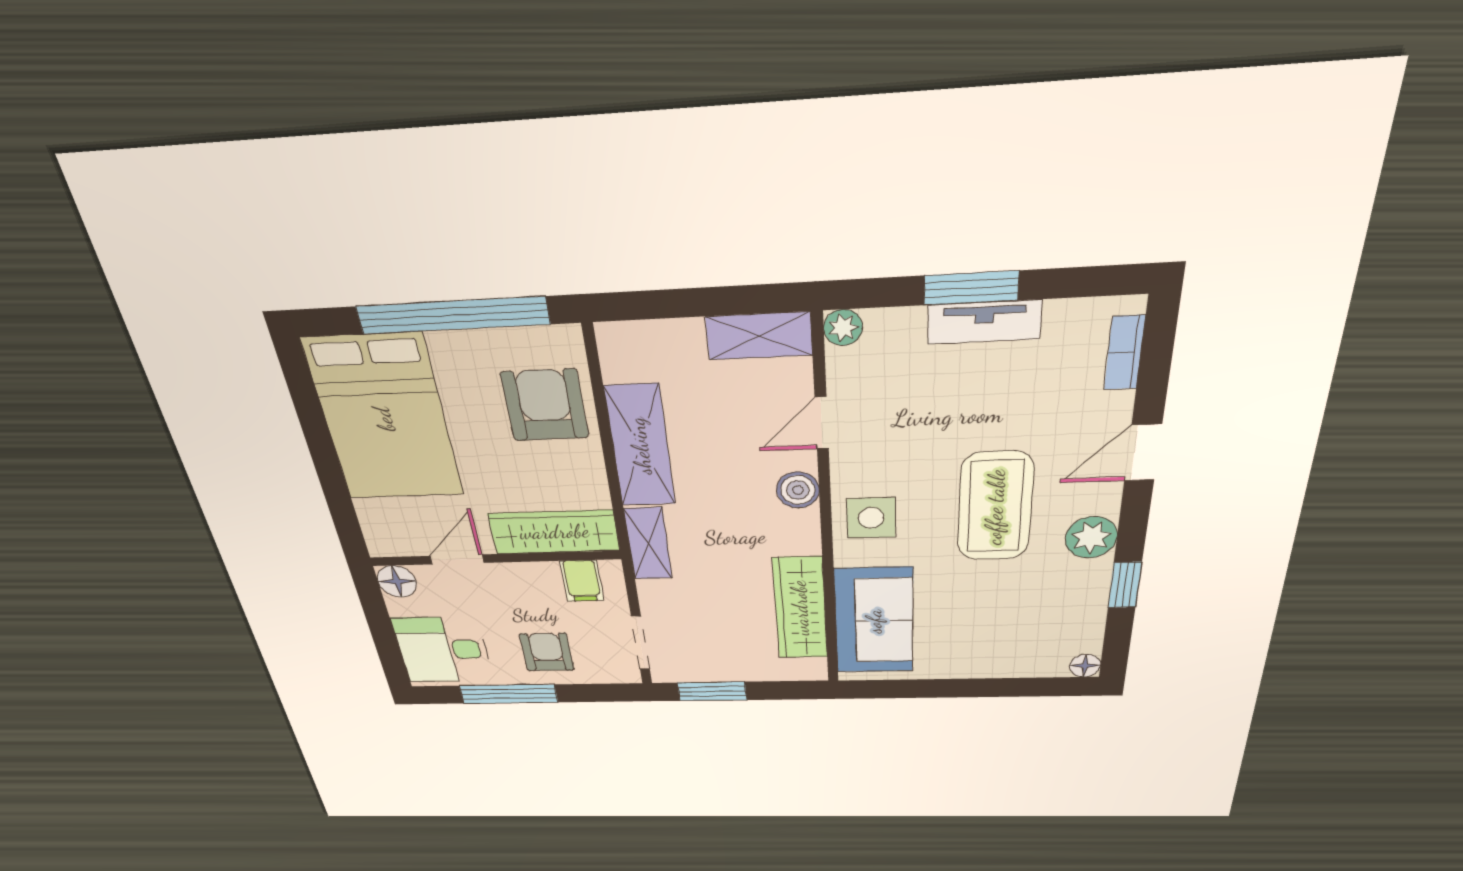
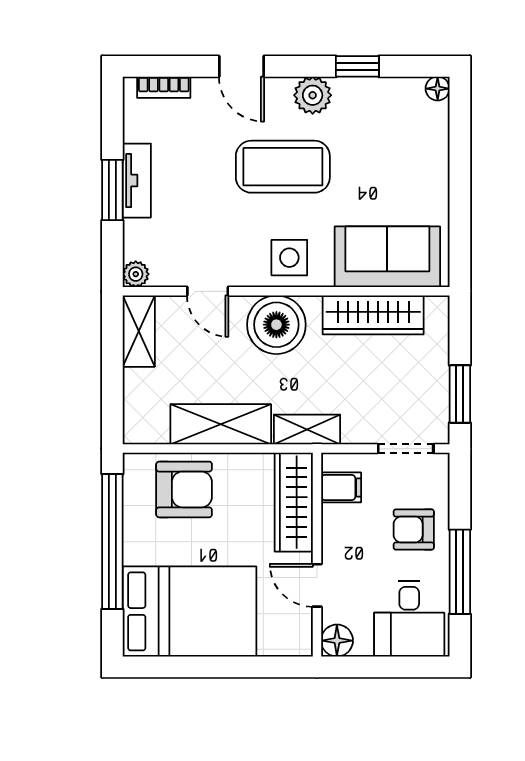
armchair: (545, 405) -> (184, 489), turned 180
boiler: (798, 490) -> (276, 325), width x1.86, depth x1.86

